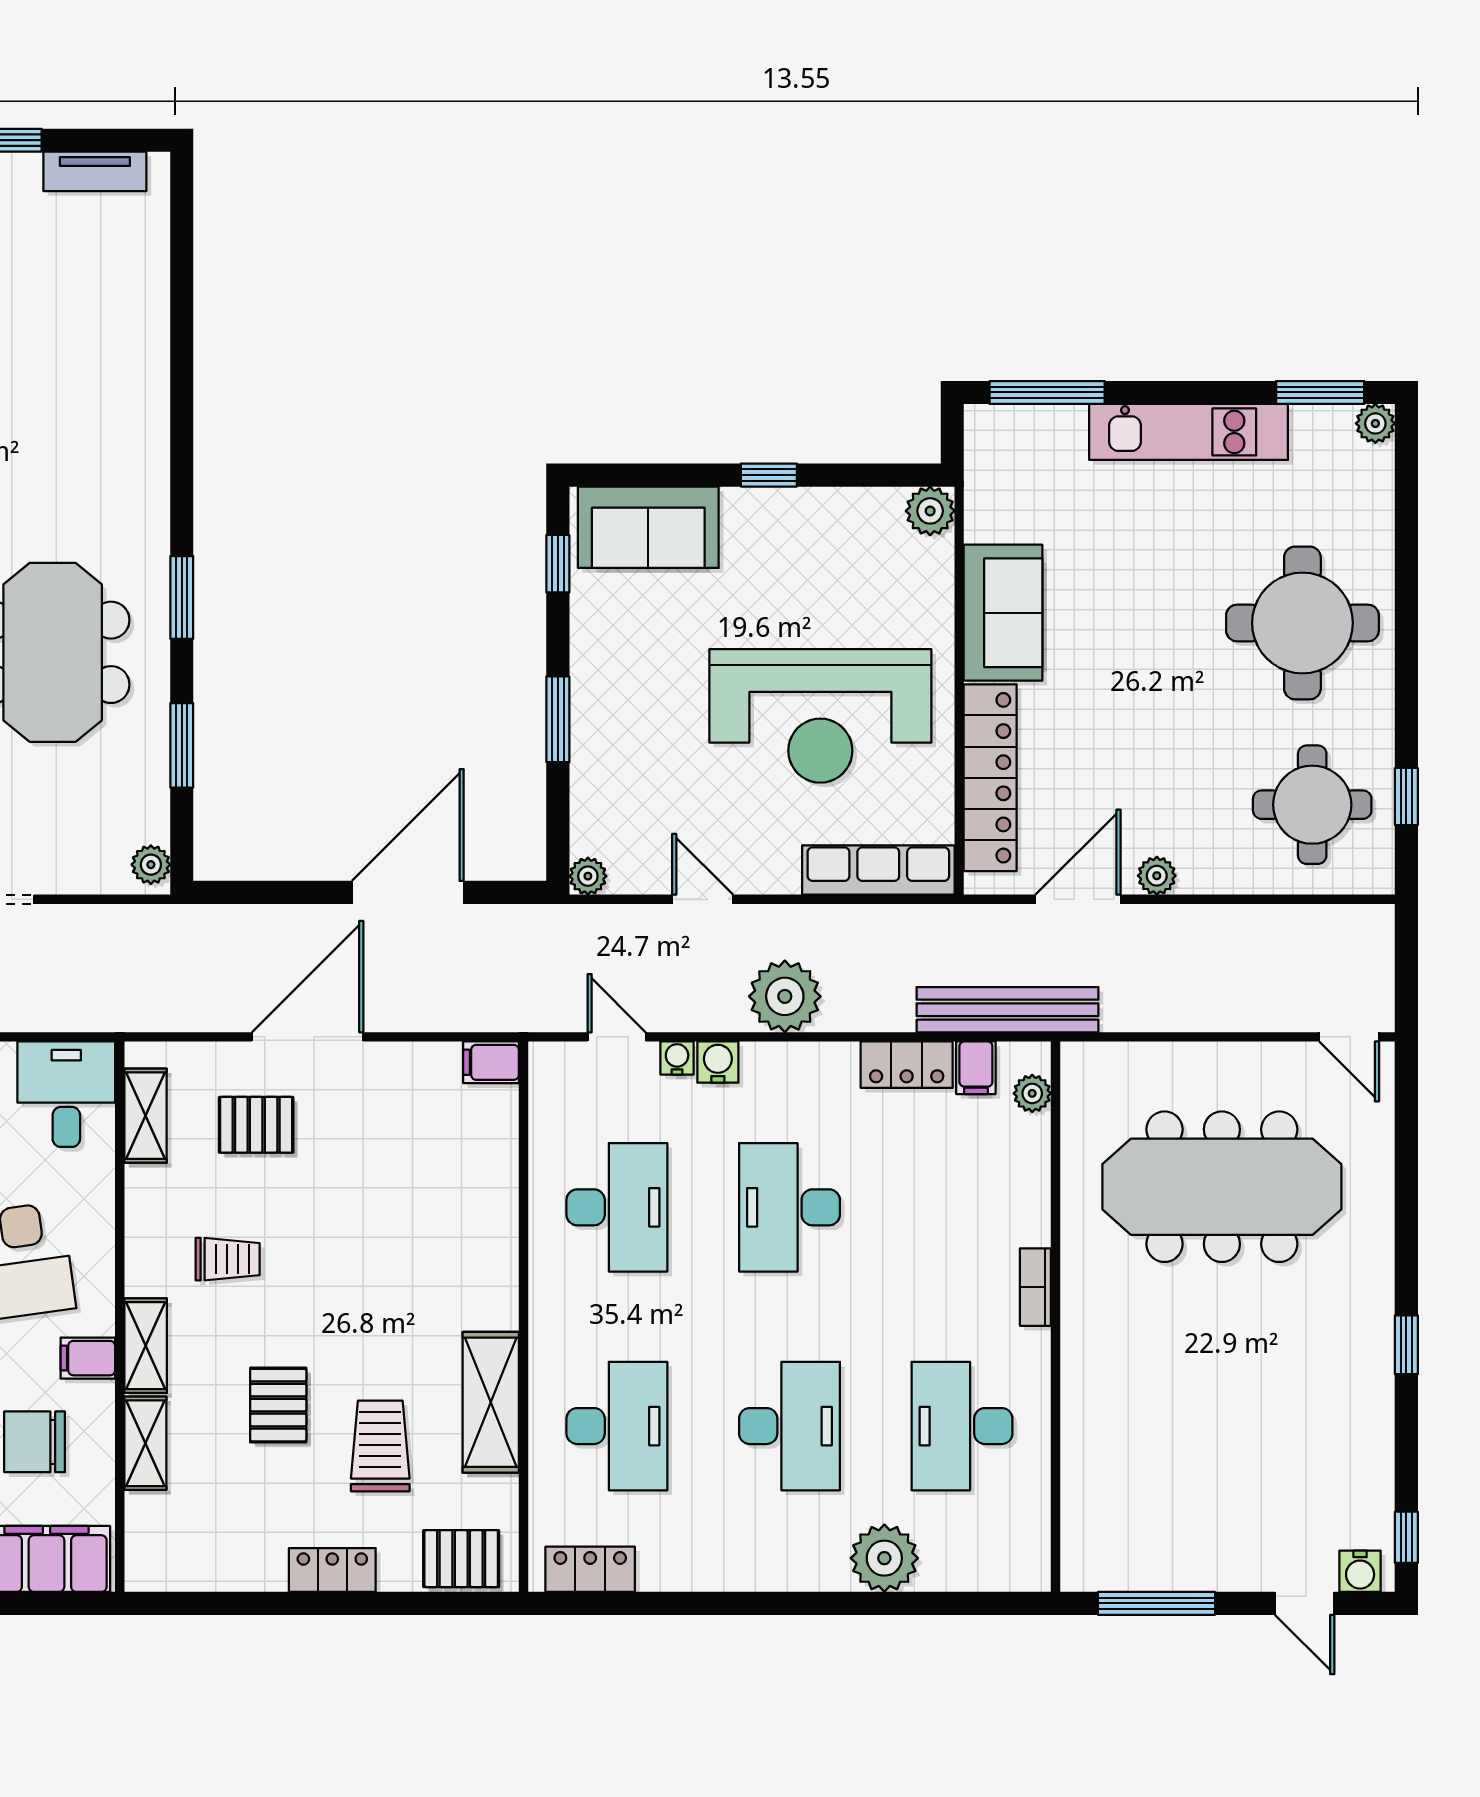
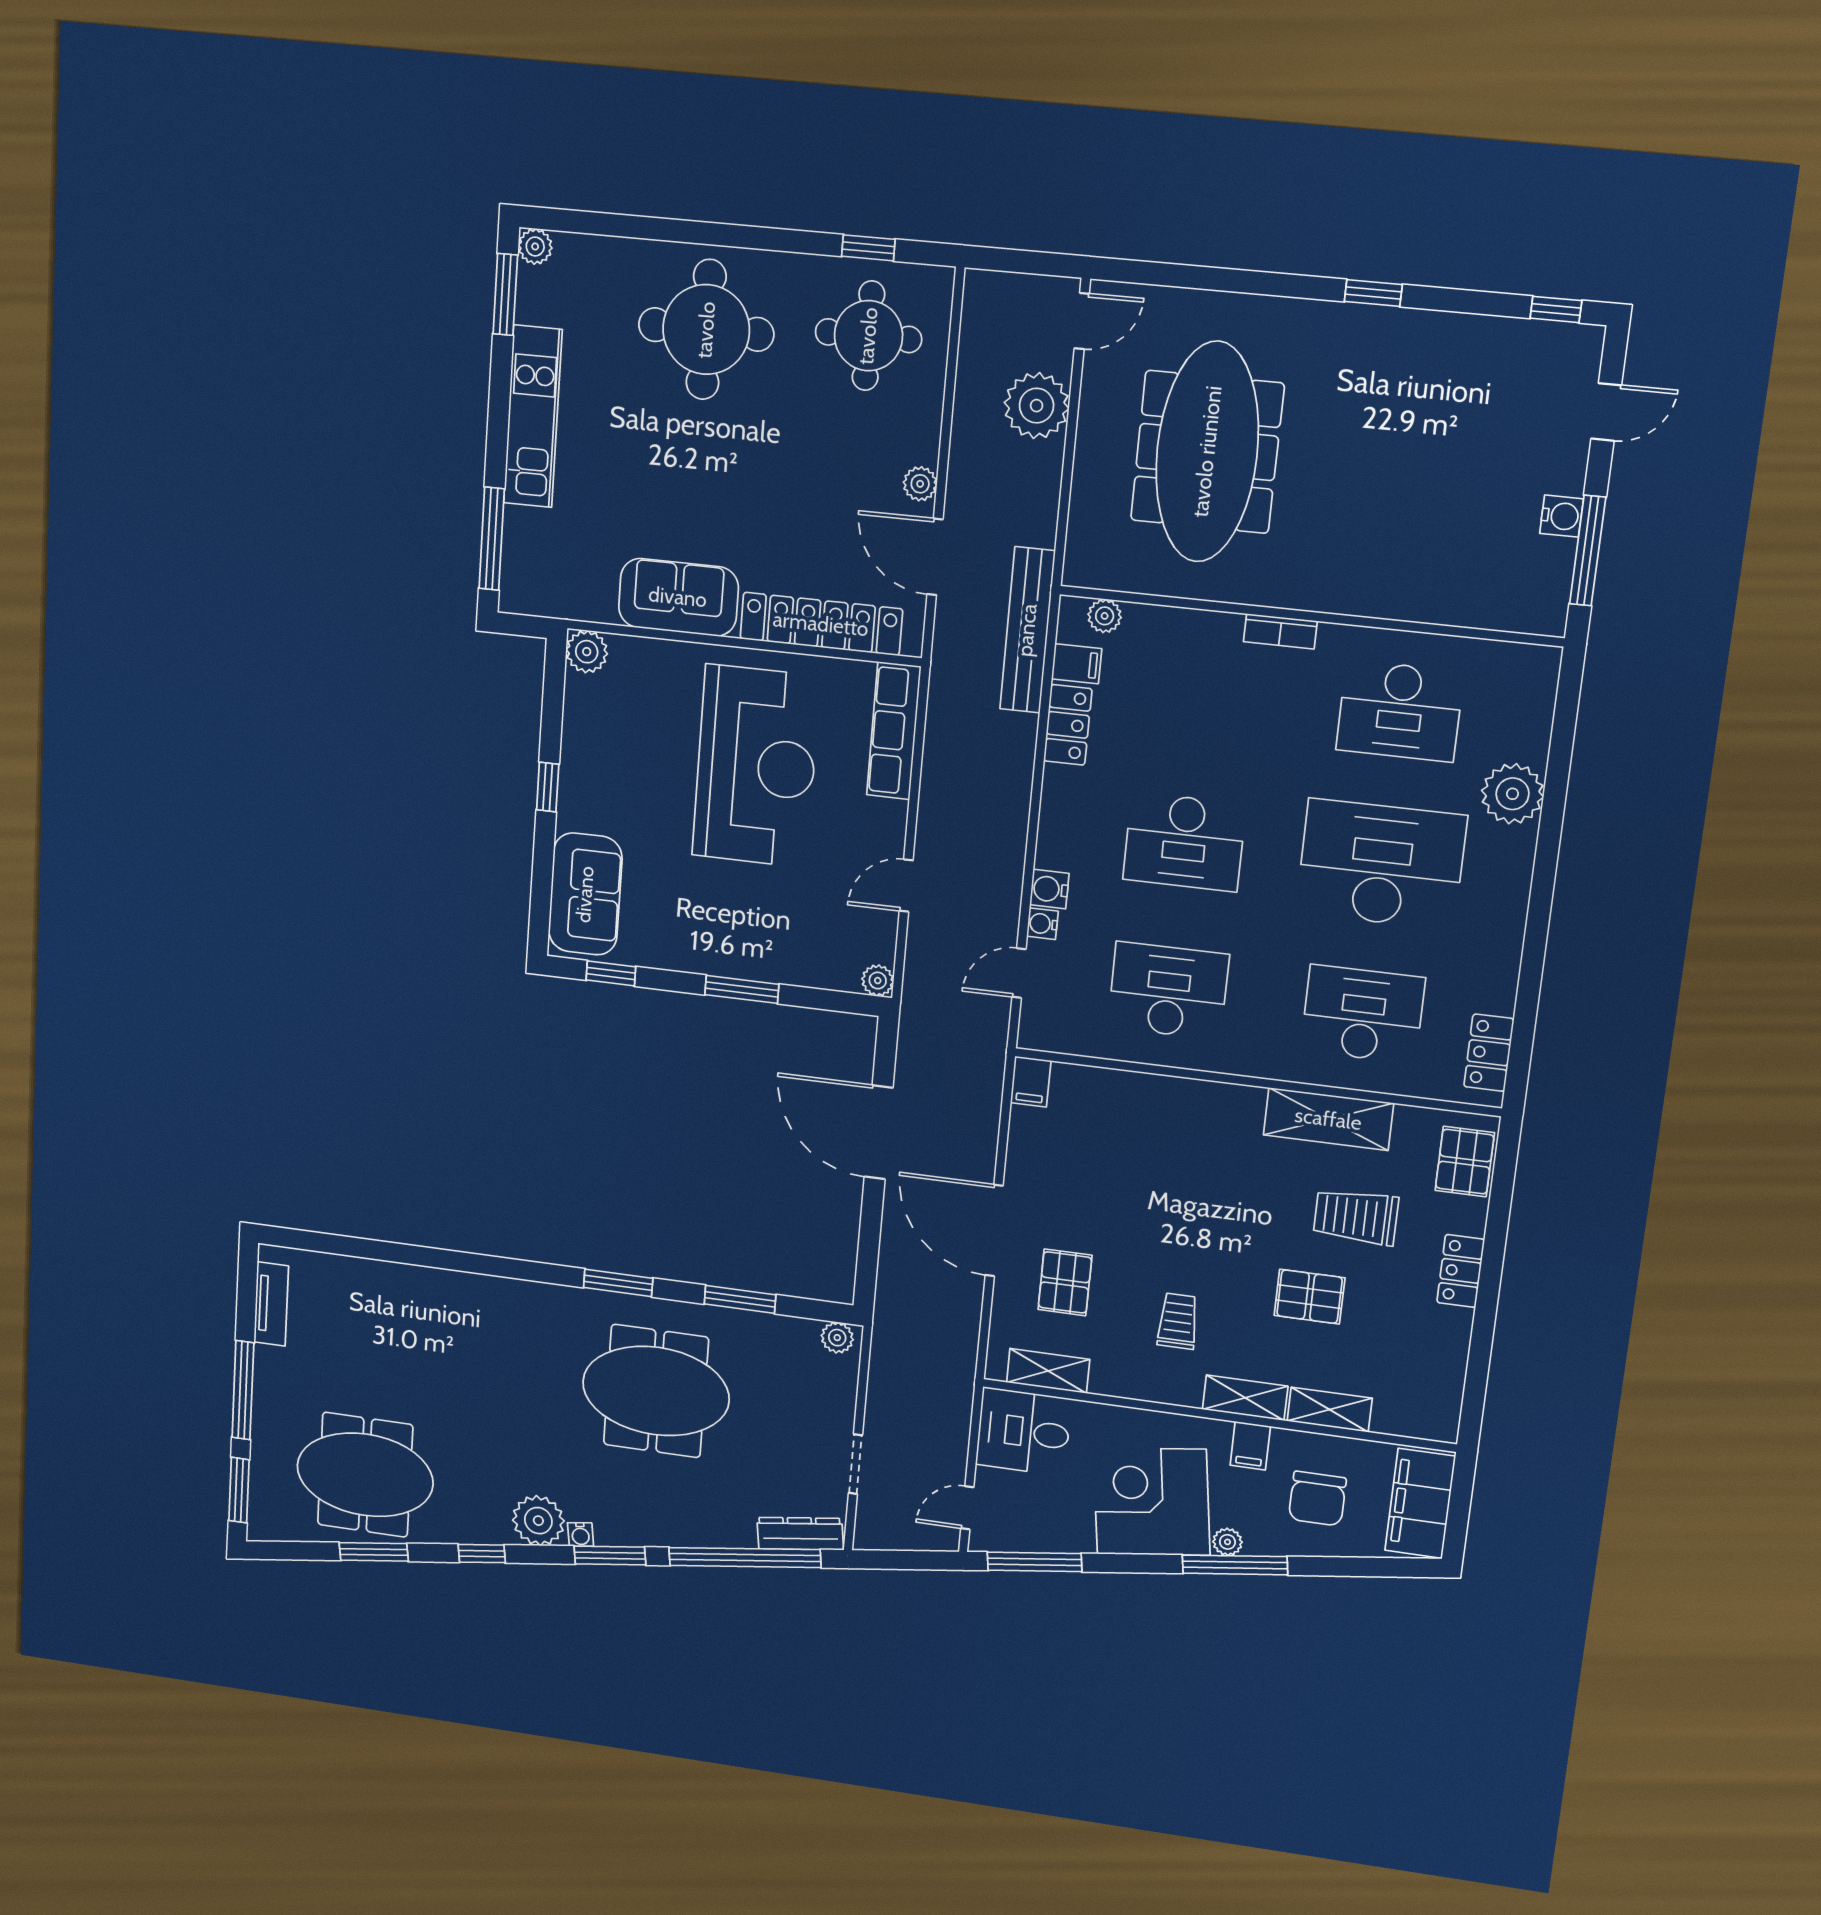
plant: (785, 996) -> (1037, 406), moved
desk: (789, 1426) -> (1381, 864), width x1.36, depth x1.30
water cooler: (1360, 1571) -> (1561, 516), moved

